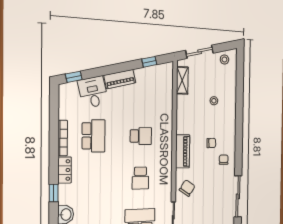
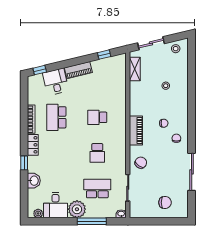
school desk: (94, 136) -> (56, 117), turned 180
school desk: (141, 136) -> (97, 117), turned 180

